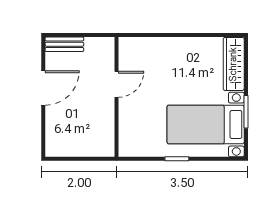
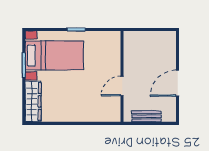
bench: (64, 44) -> (146, 116), moved

